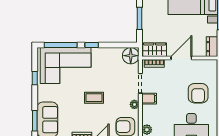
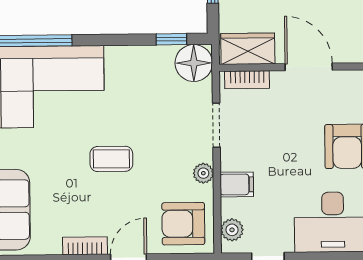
window: (92, 45) -> (171, 39), moved
door: (181, 58) -> (309, 67), hinge flipped
filing cabinet: (149, 99) -> (237, 184), moved

